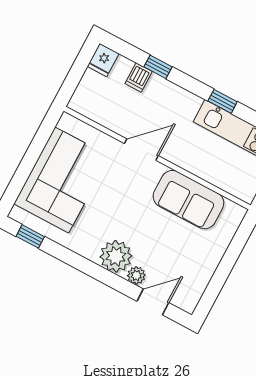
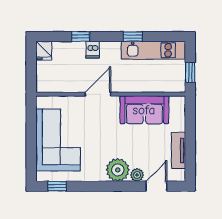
dishwasher: (139, 77) -> (93, 50), moved
tv unit: (204, 272) -> (179, 150), added

